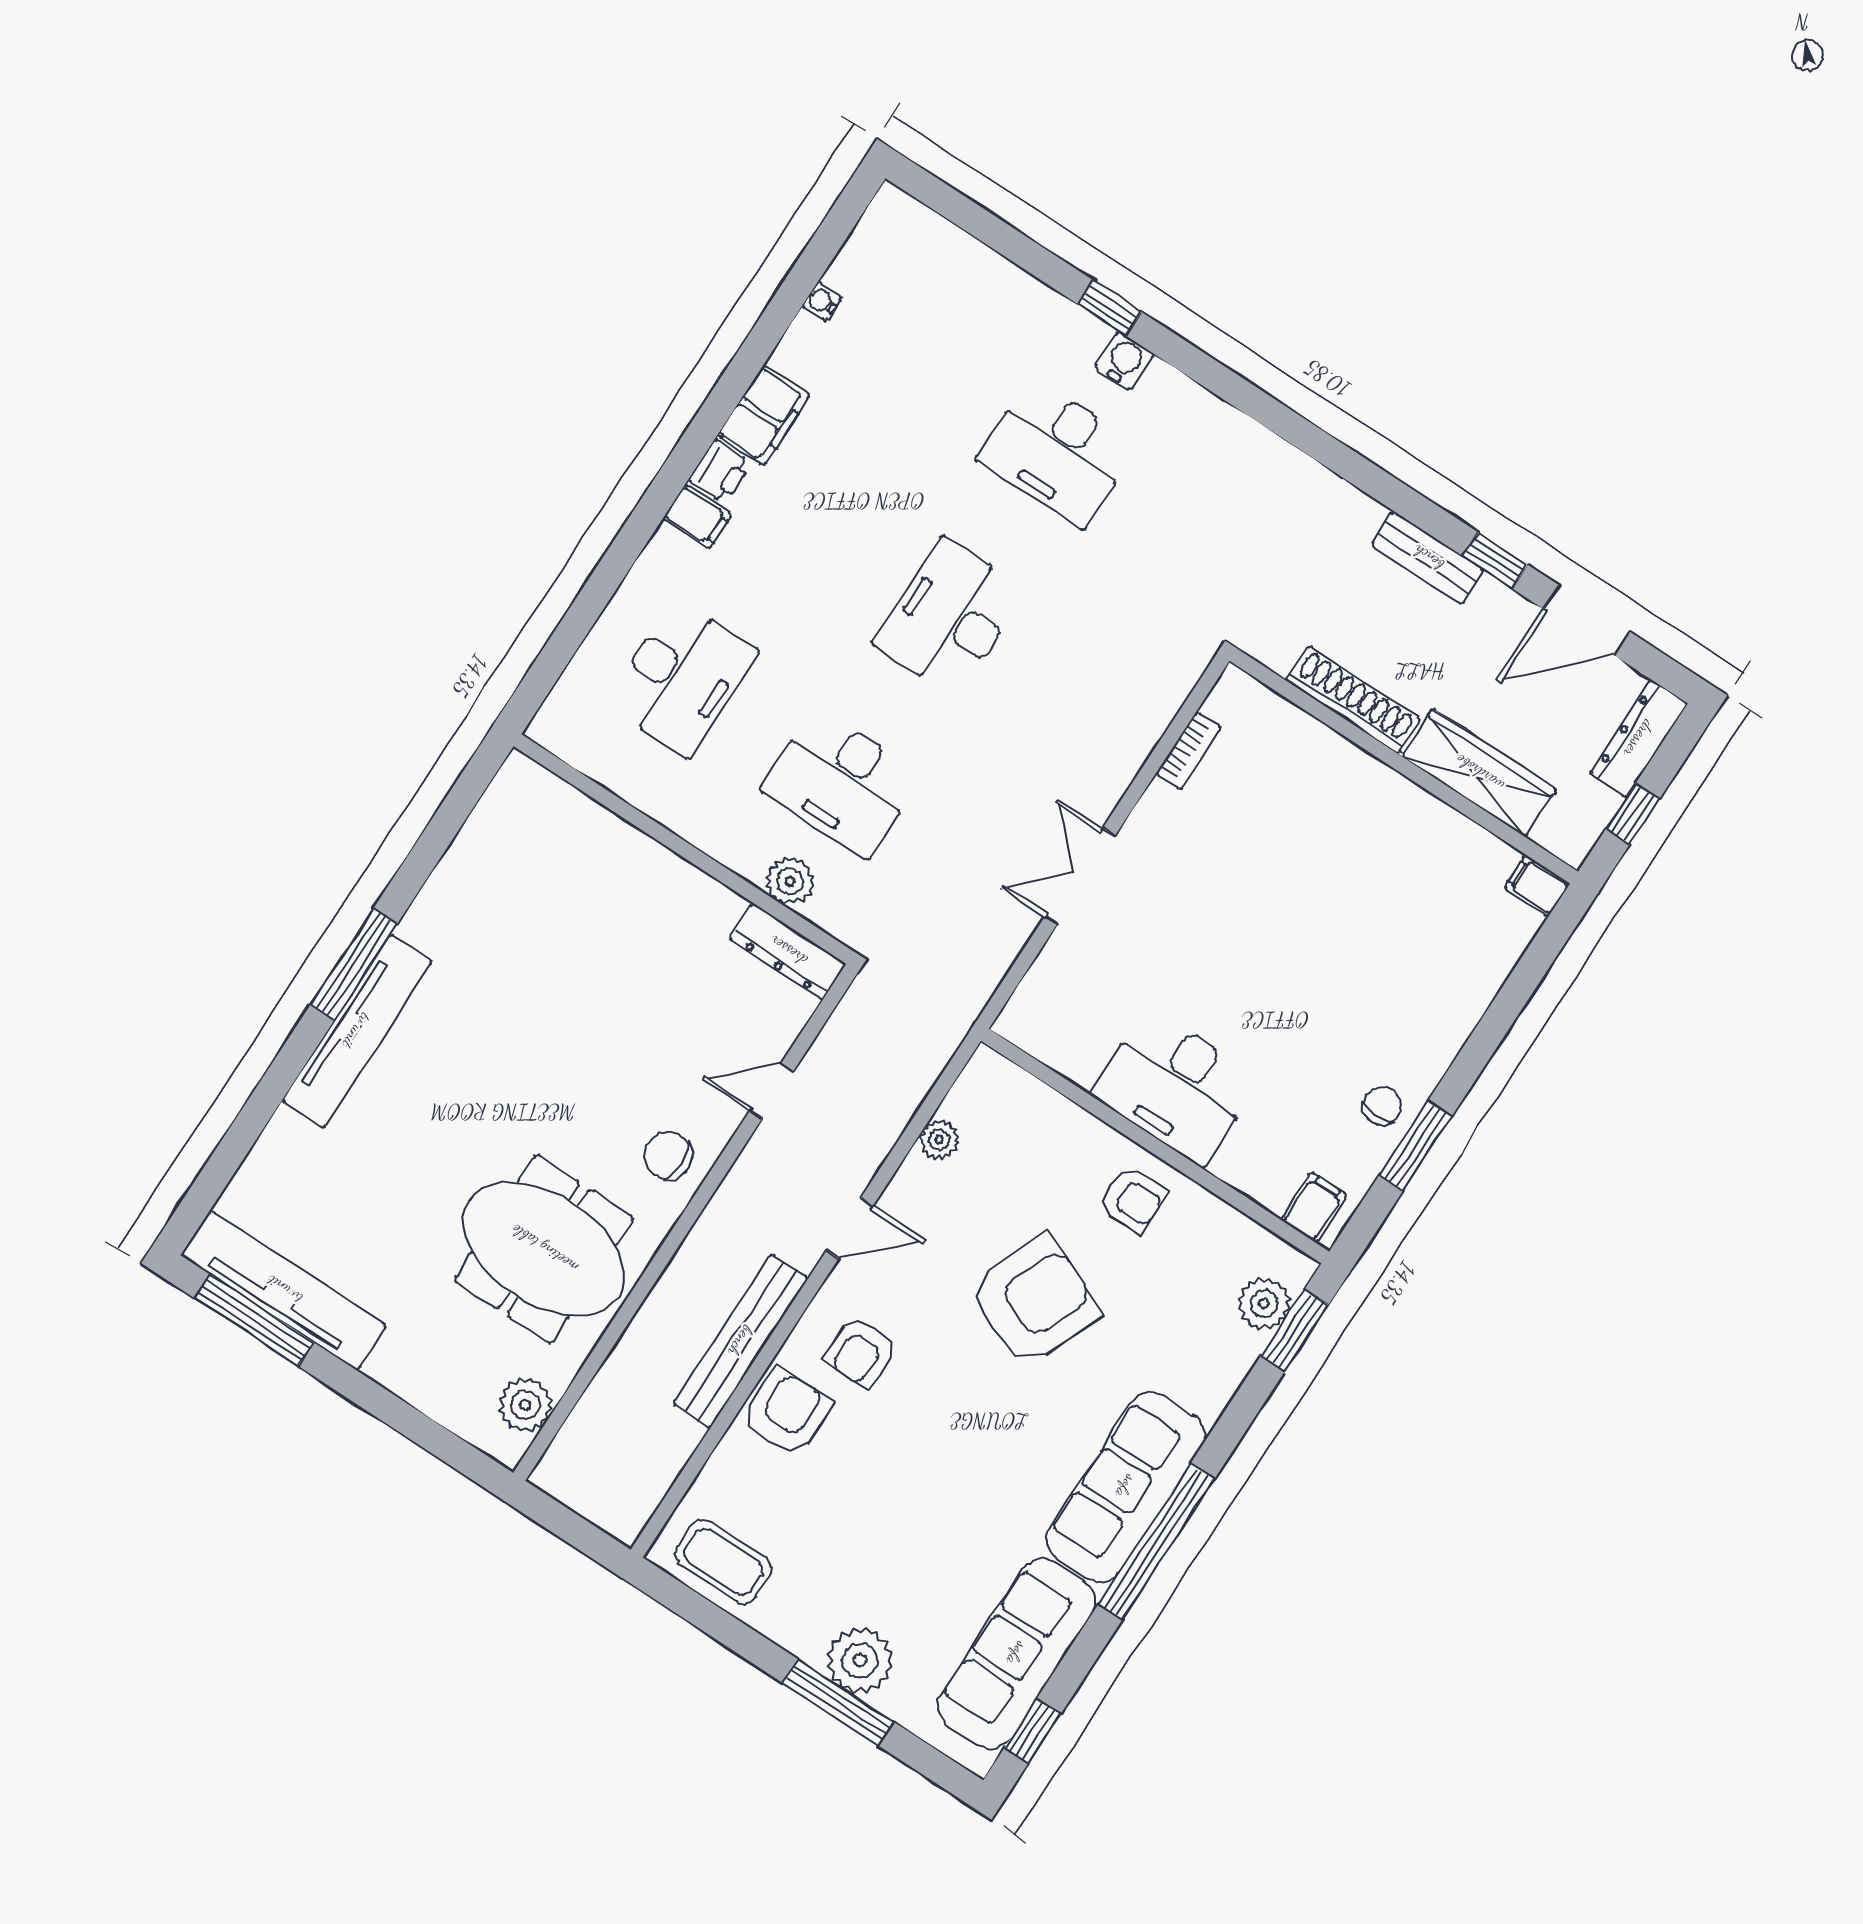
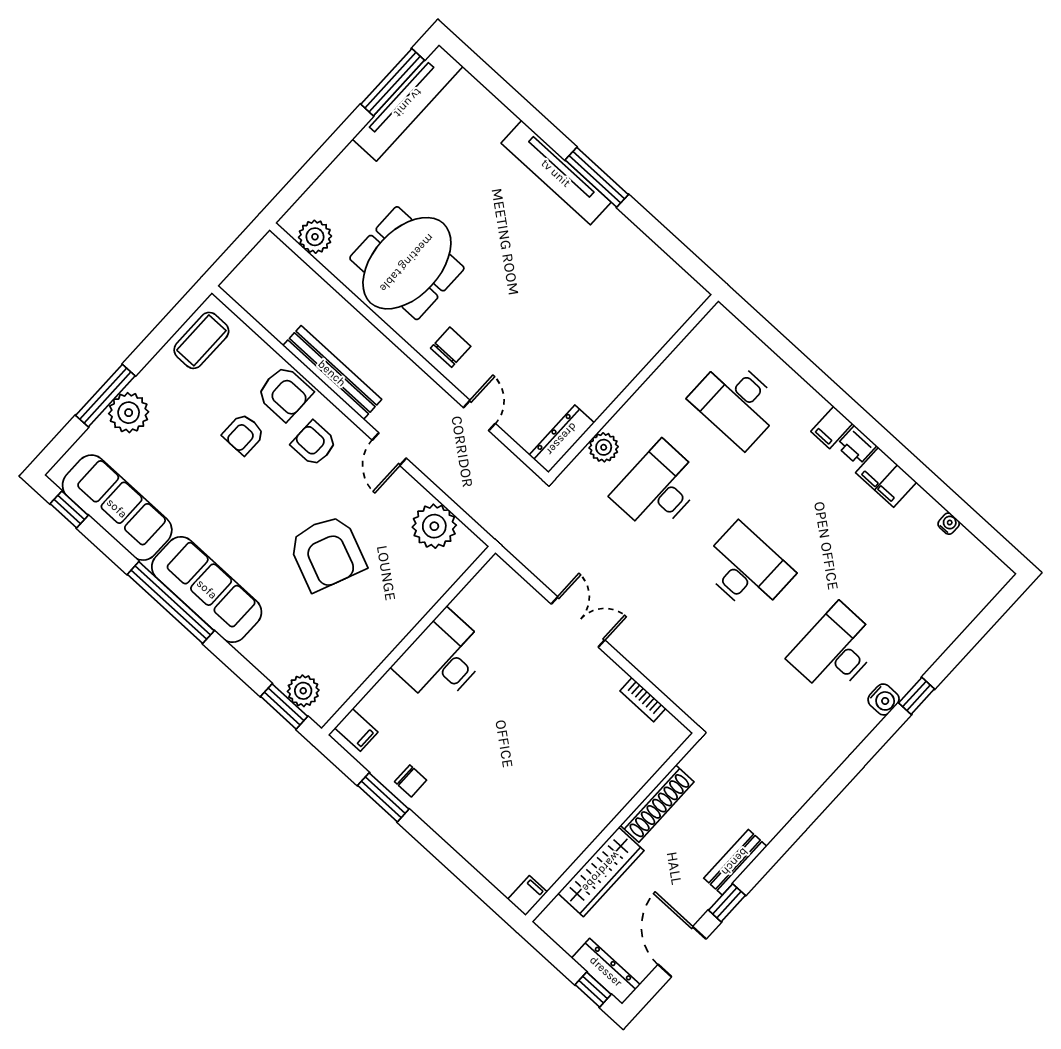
window: (1633, 814) -> (593, 990), moved
plant: (939, 1140) -> (434, 526), width x1.87, depth x1.87
armchair: (1132, 1199) -> (243, 434), moved

